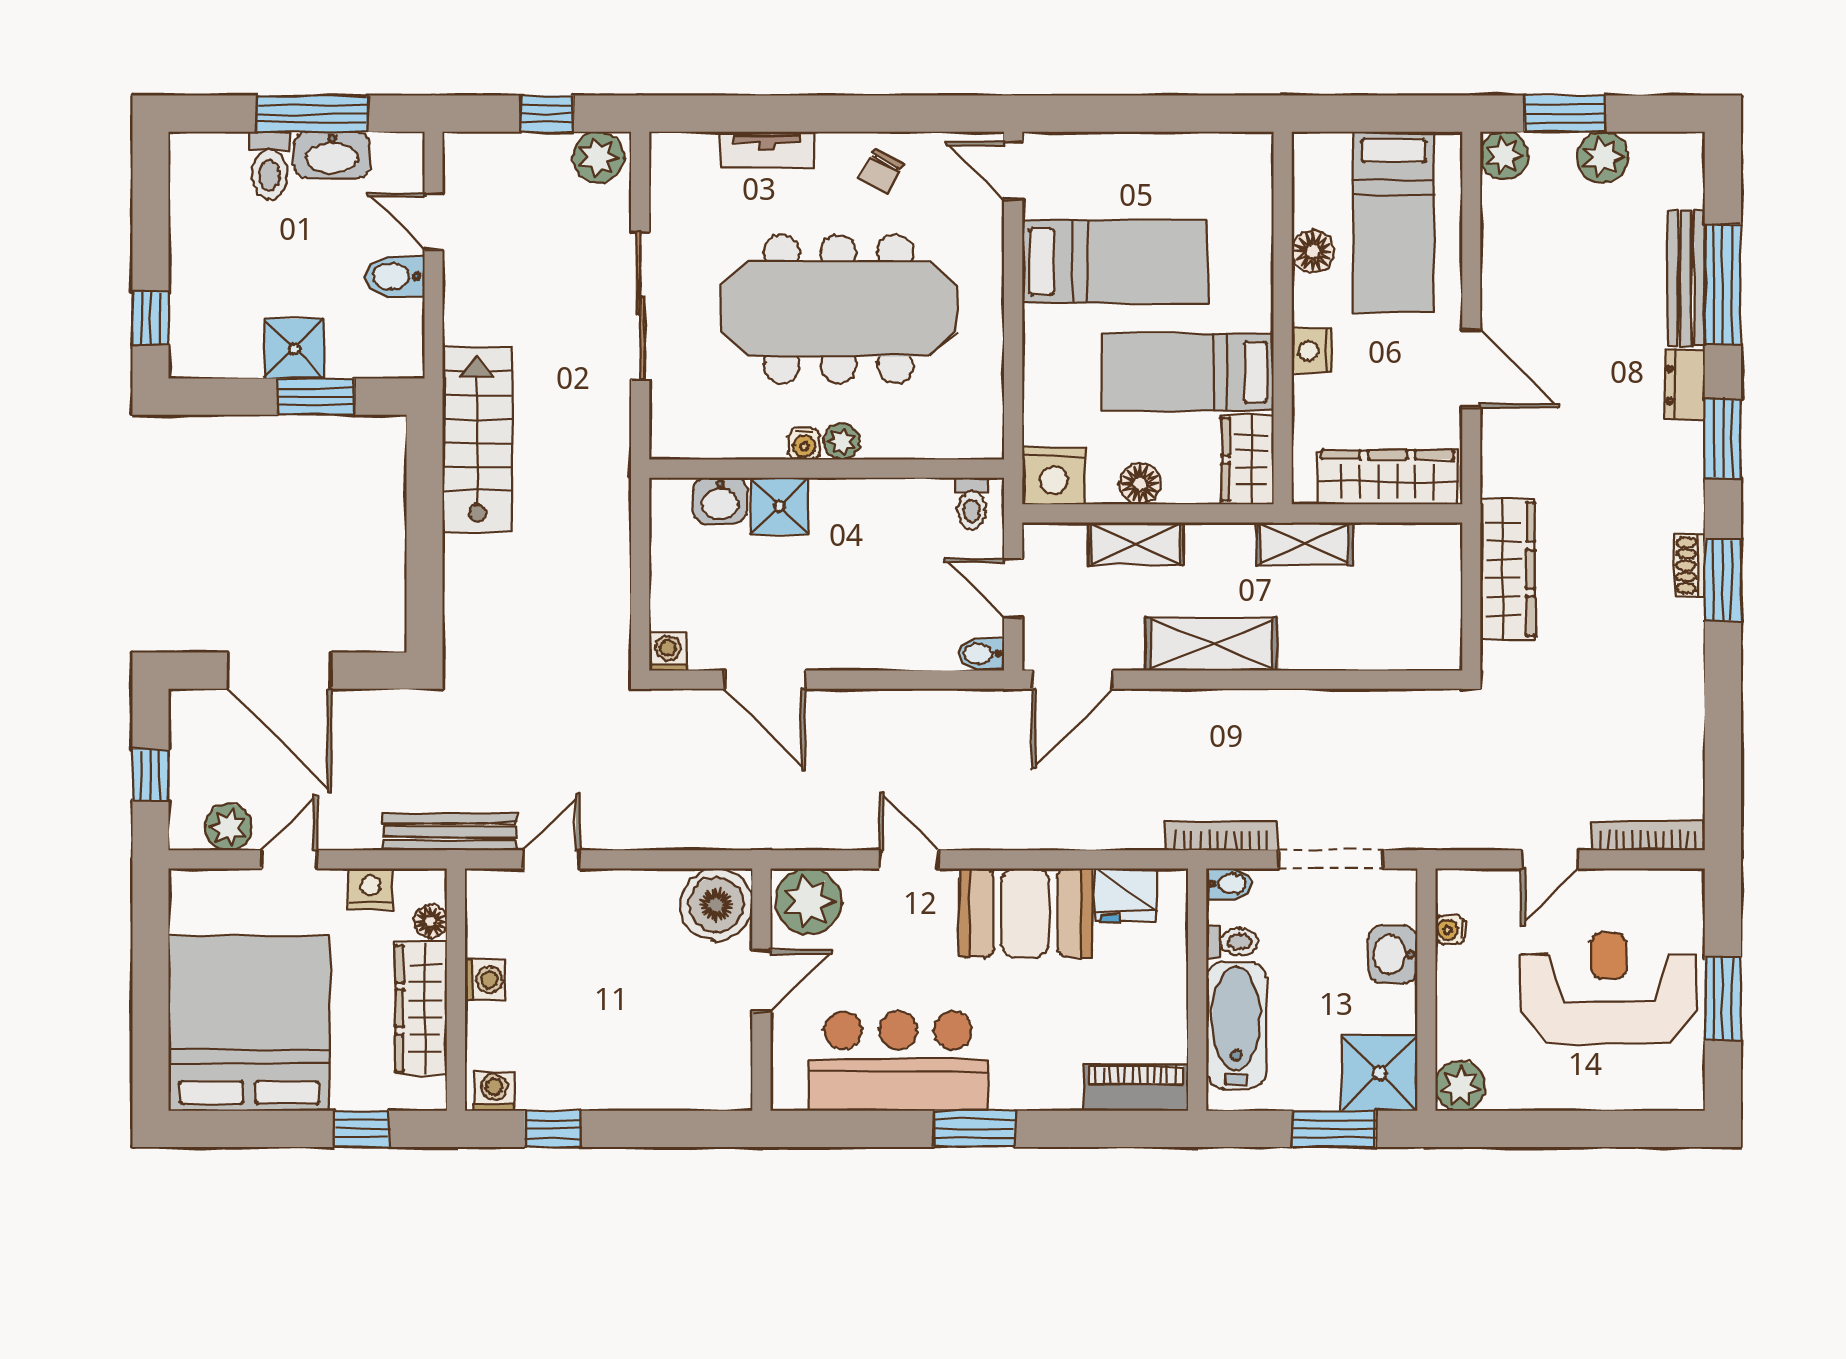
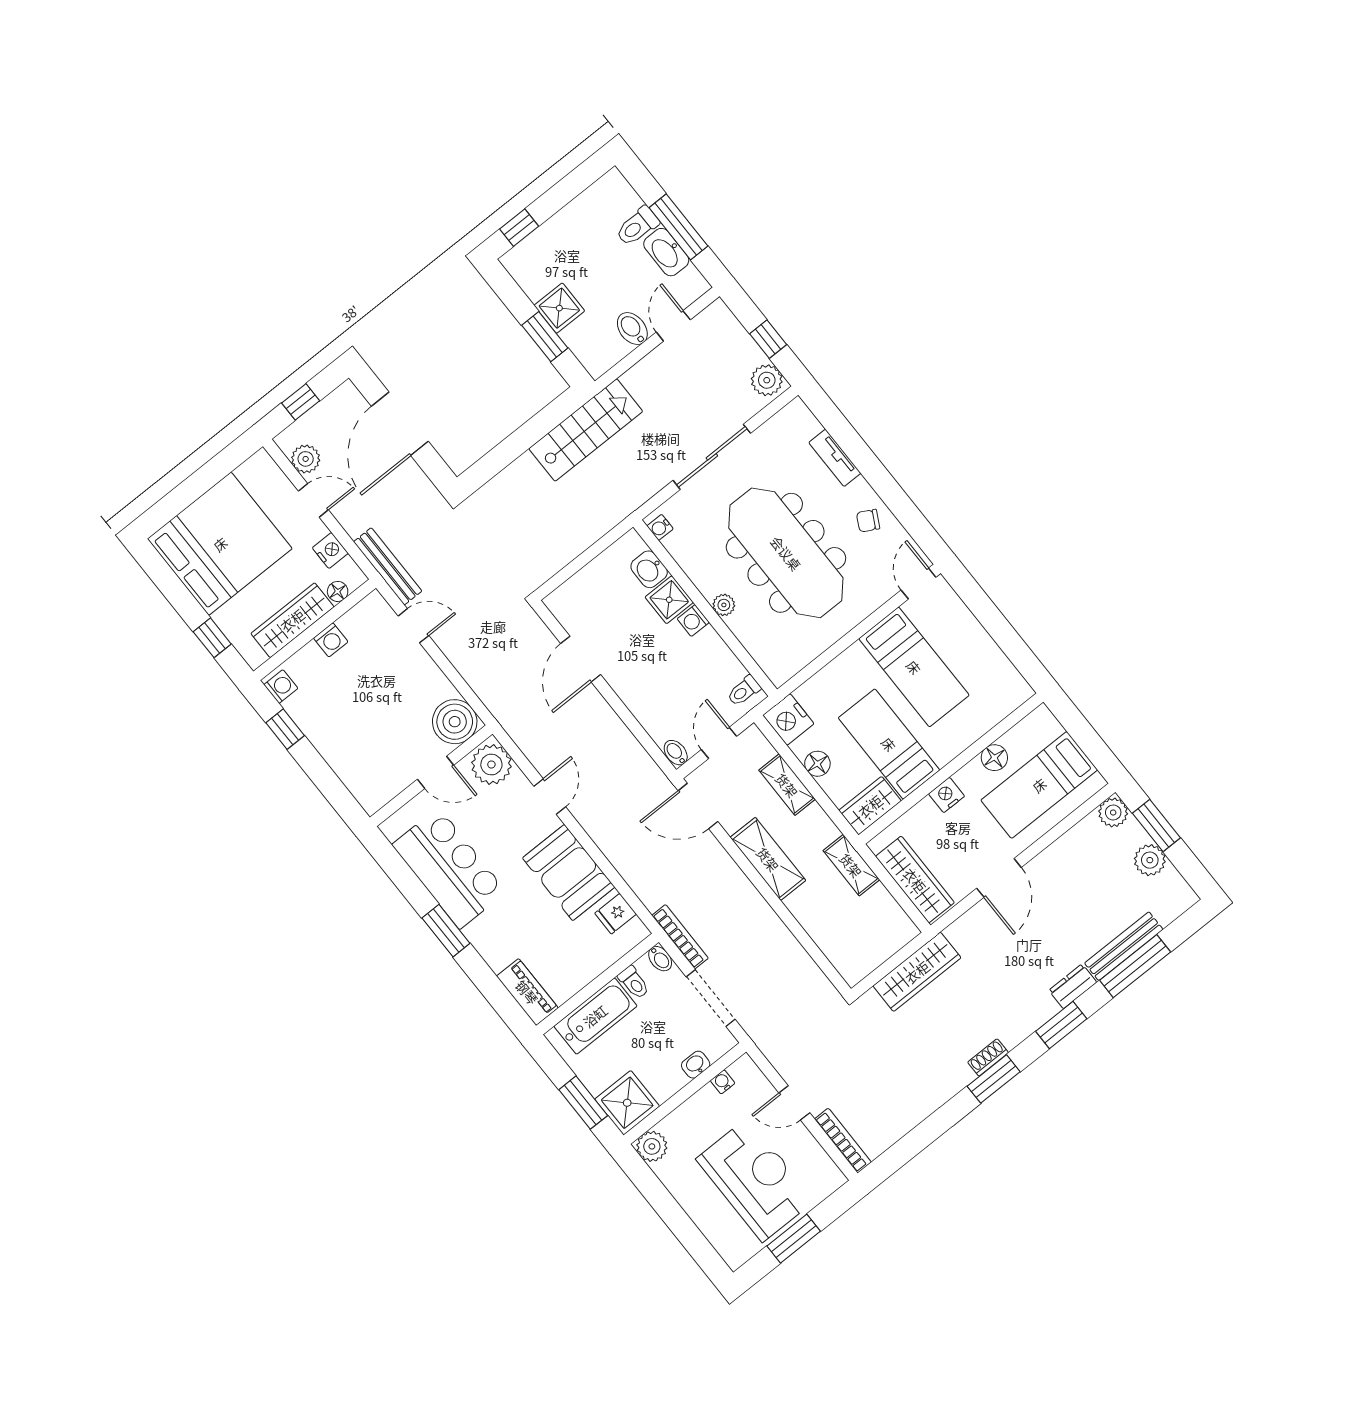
water cooler: (804, 444) -> (660, 527), moved
washing machine: (668, 652) -> (693, 621), moved, turned 180
fridge: (1126, 895) -> (616, 914), width x0.72
washbasin: (1393, 955) -> (696, 1065), width x0.72, depth x0.69

